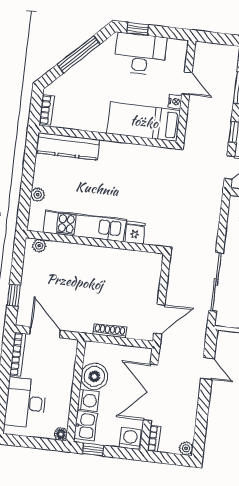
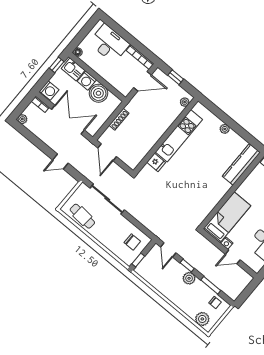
kitchen unit: (85, 226) -> (179, 136), moved
fridge: (135, 233) -> (156, 162), moved
wall: (95, 242) -> (166, 136), moved
plant: (39, 246) -> (185, 102), moved

